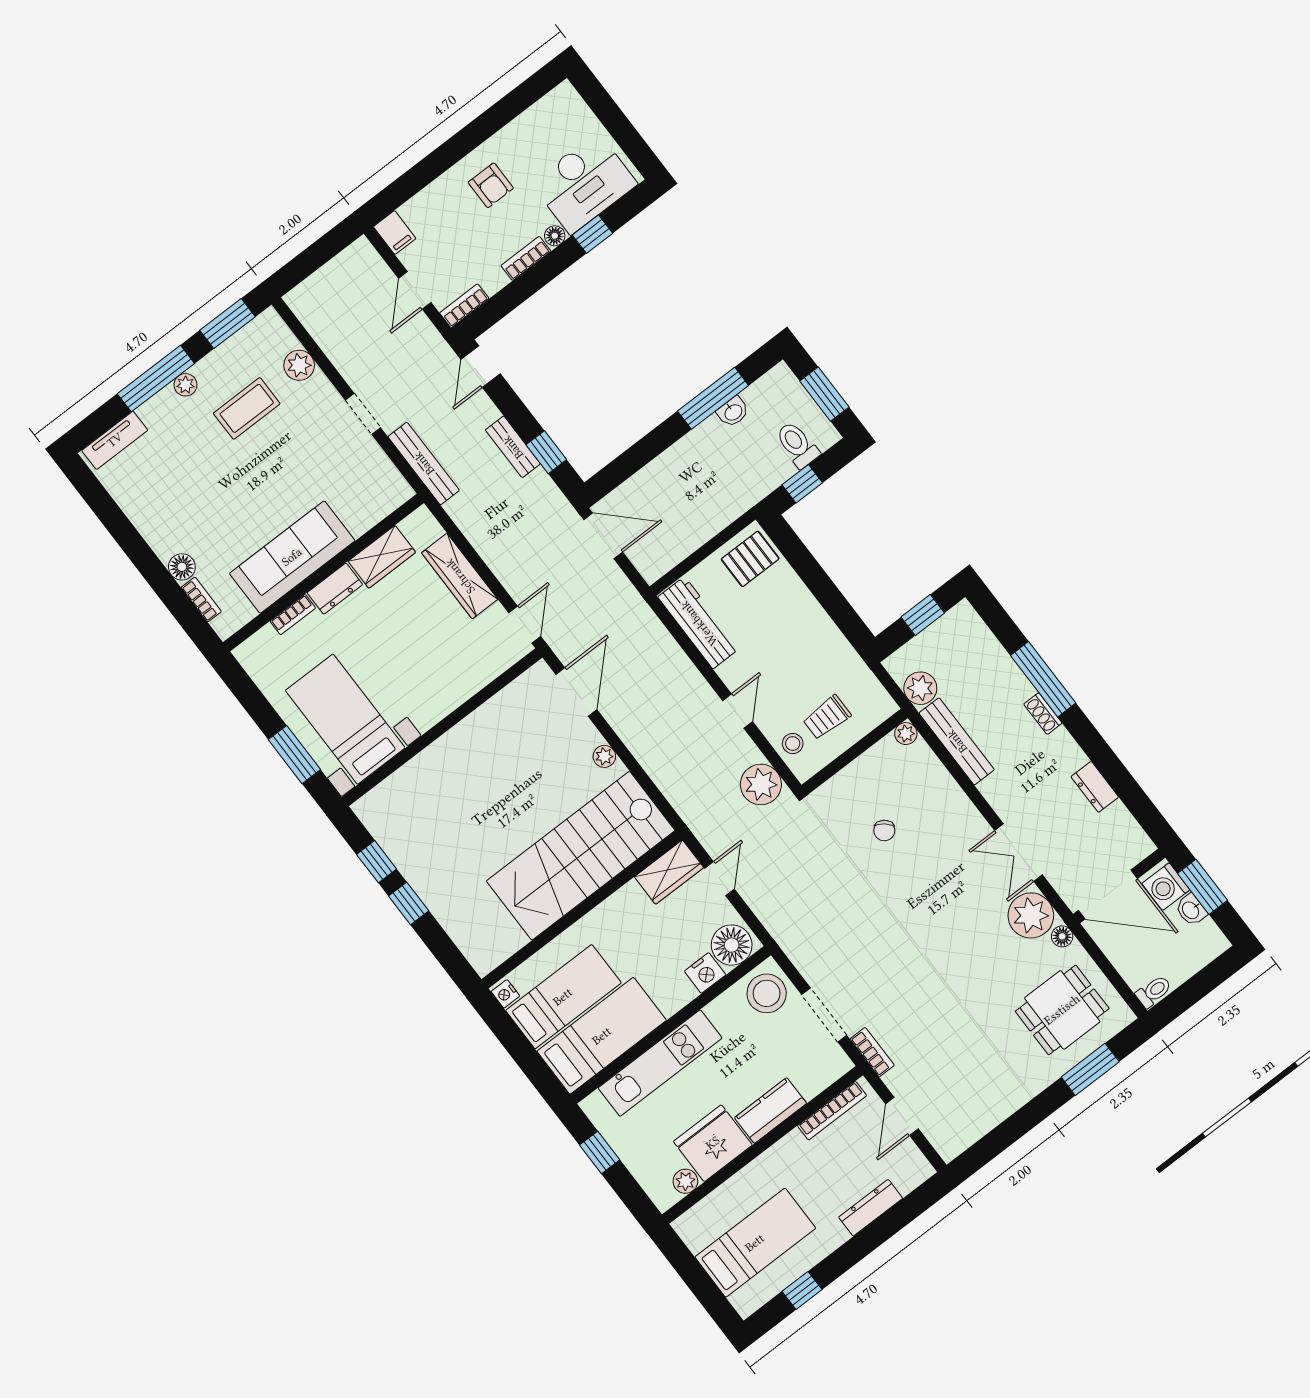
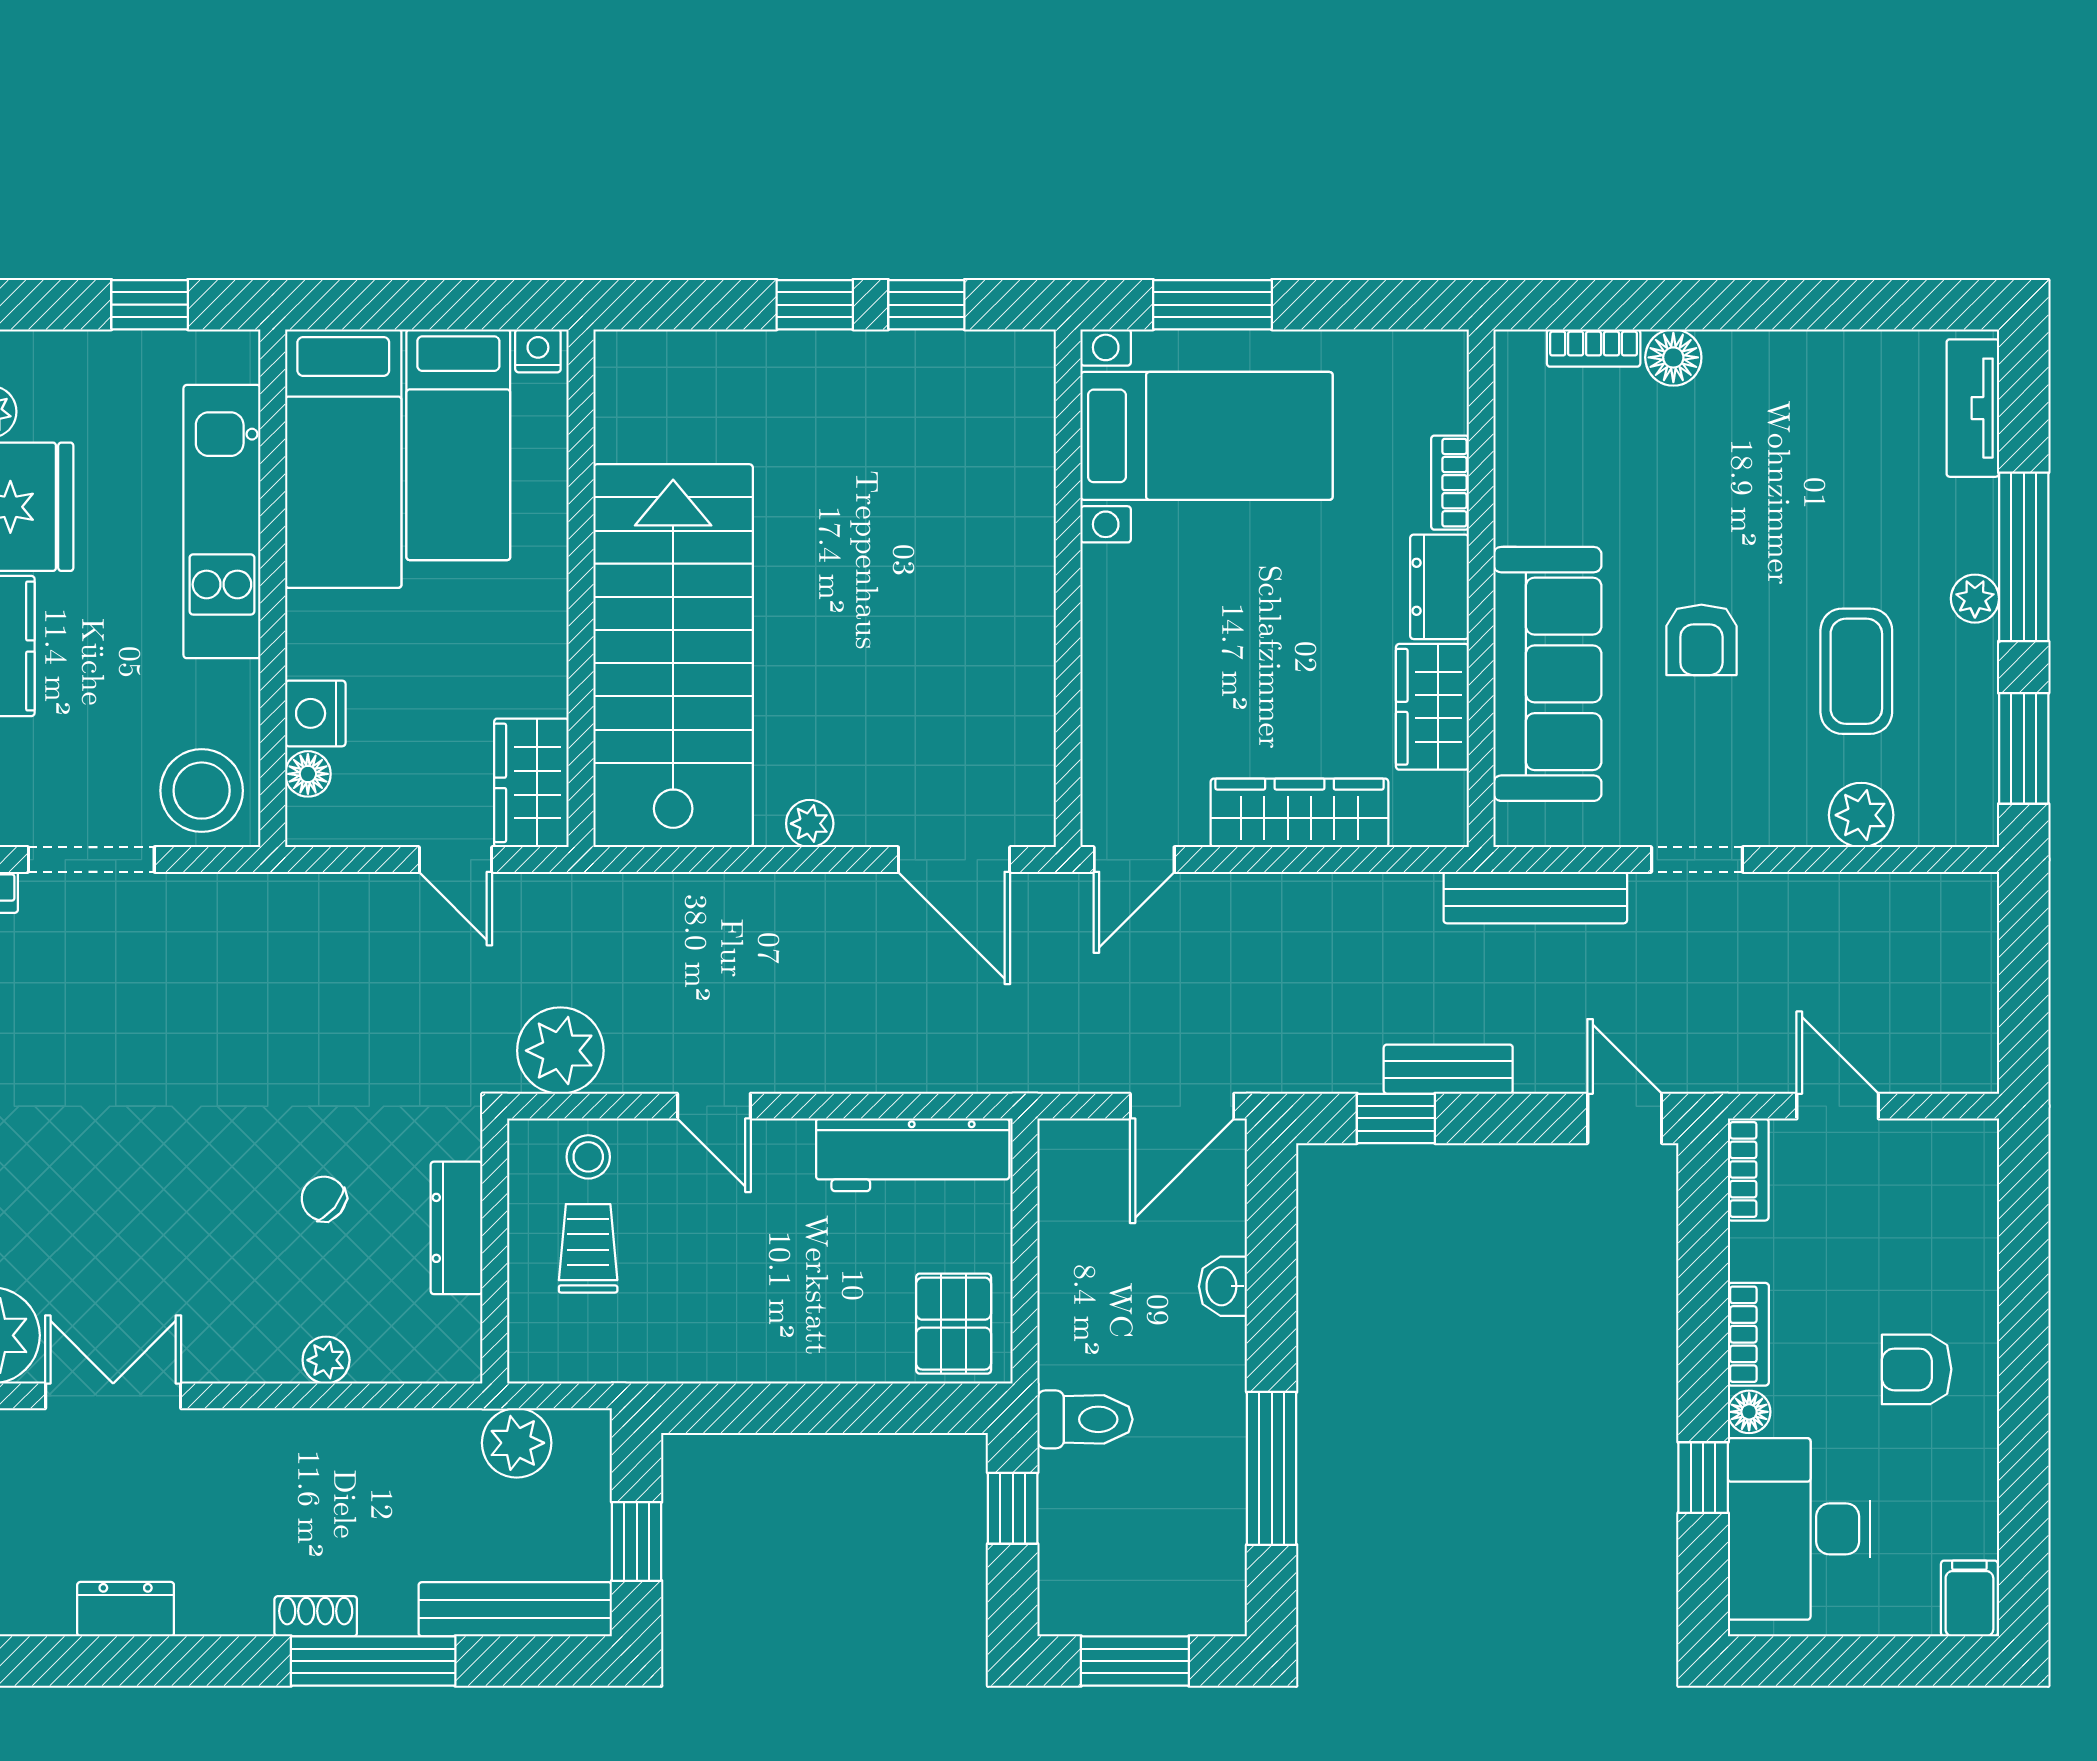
filing cabinet: (395, 233) -> (1969, 1598), moved, turned 90
washbasin: (733, 412) -> (1223, 1286), moved
toilet: (797, 445) -> (1085, 1419), moved
armchair: (279, 475) -> (1701, 640), added
sofa: (292, 557) -> (1547, 674), moved
door: (525, 625) -> (1134, 860), hinge flipped
plant: (906, 734) -> (326, 1360), moved
bench: (957, 741) -> (515, 1609), moved
dresser: (857, 772) -> (457, 1228), added
floor lamp: (732, 945) -> (308, 774), width x0.53, depth x0.53

